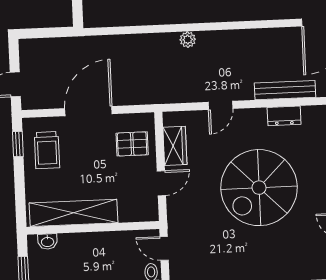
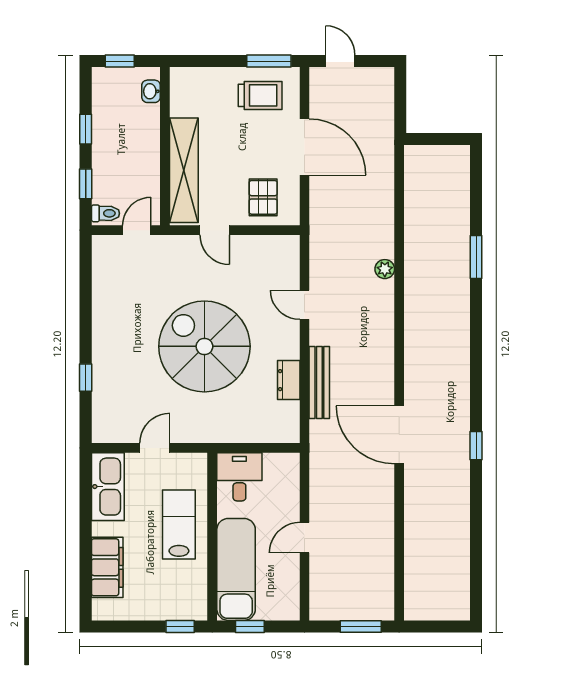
window: (18, 144) -> (269, 61), width x1.50
wardrobe: (175, 146) -> (259, 248), removed
trolley: (47, 150) -> (260, 95), turned 180
shelving: (73, 213) -> (184, 170), moved

